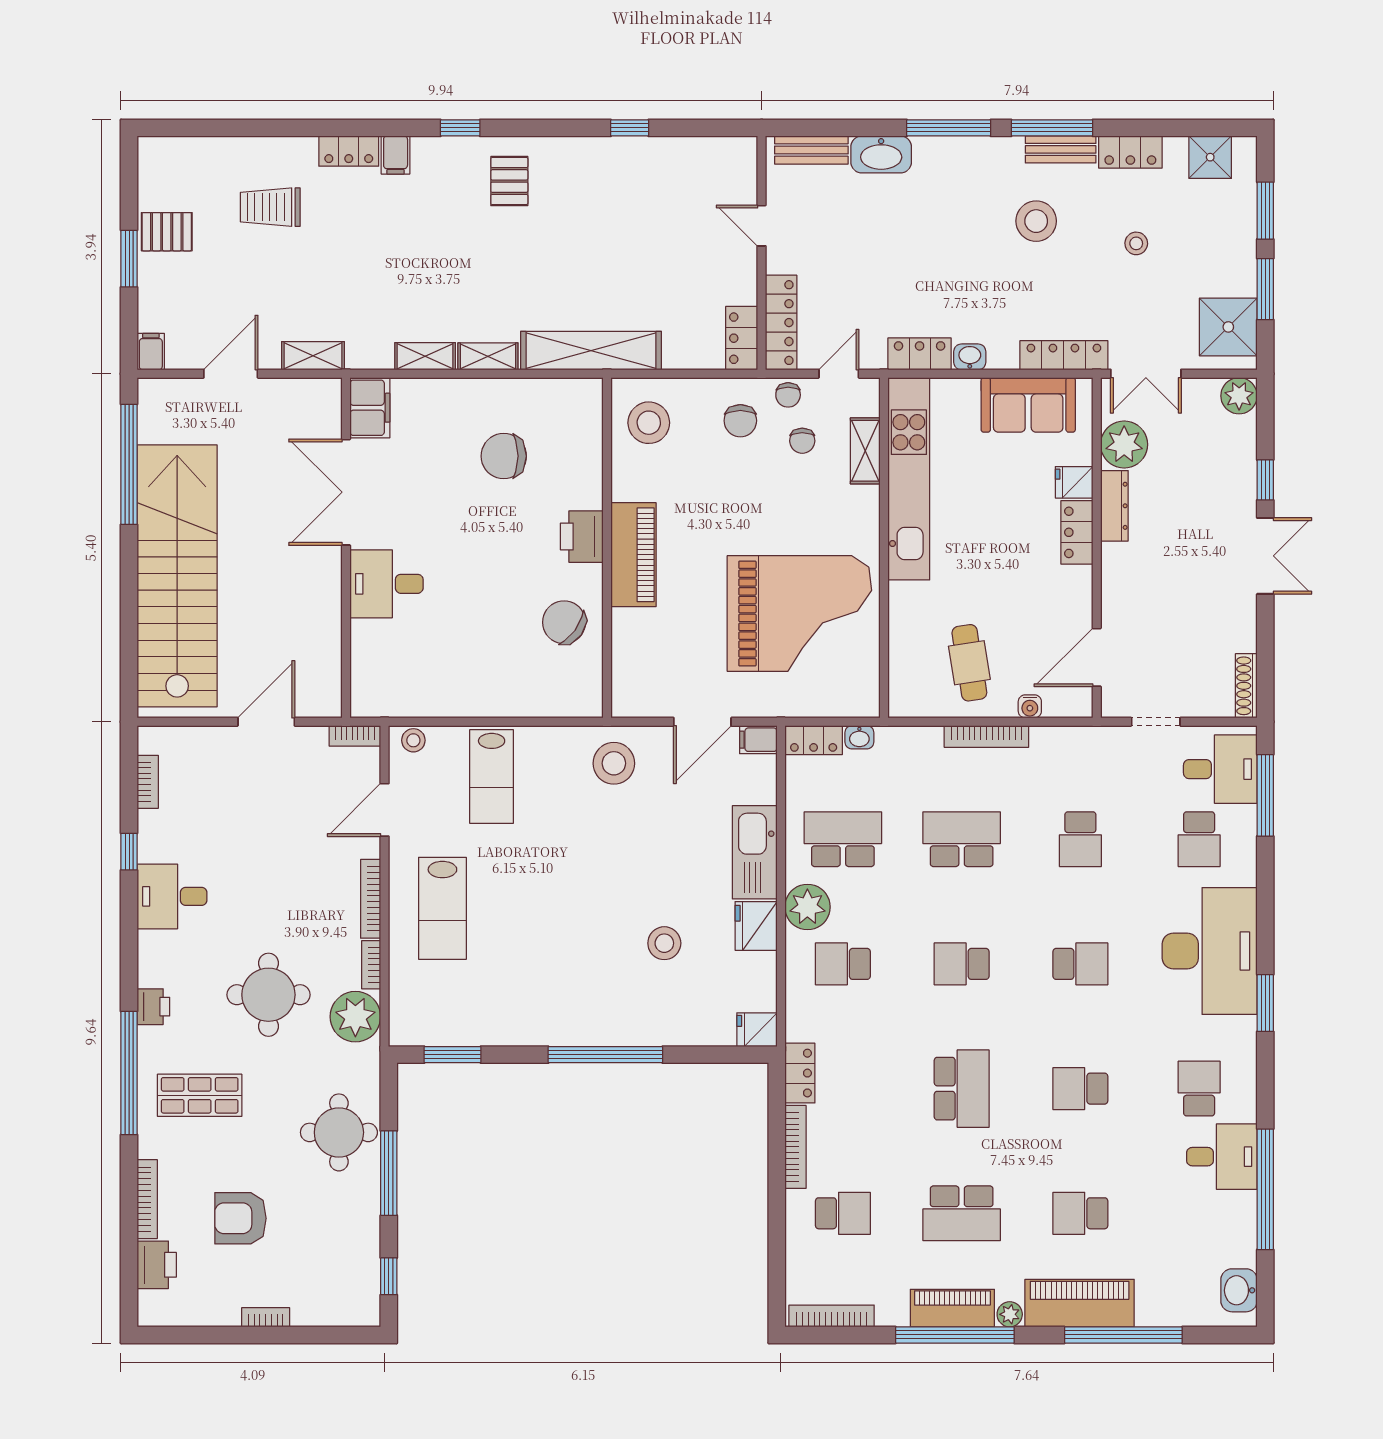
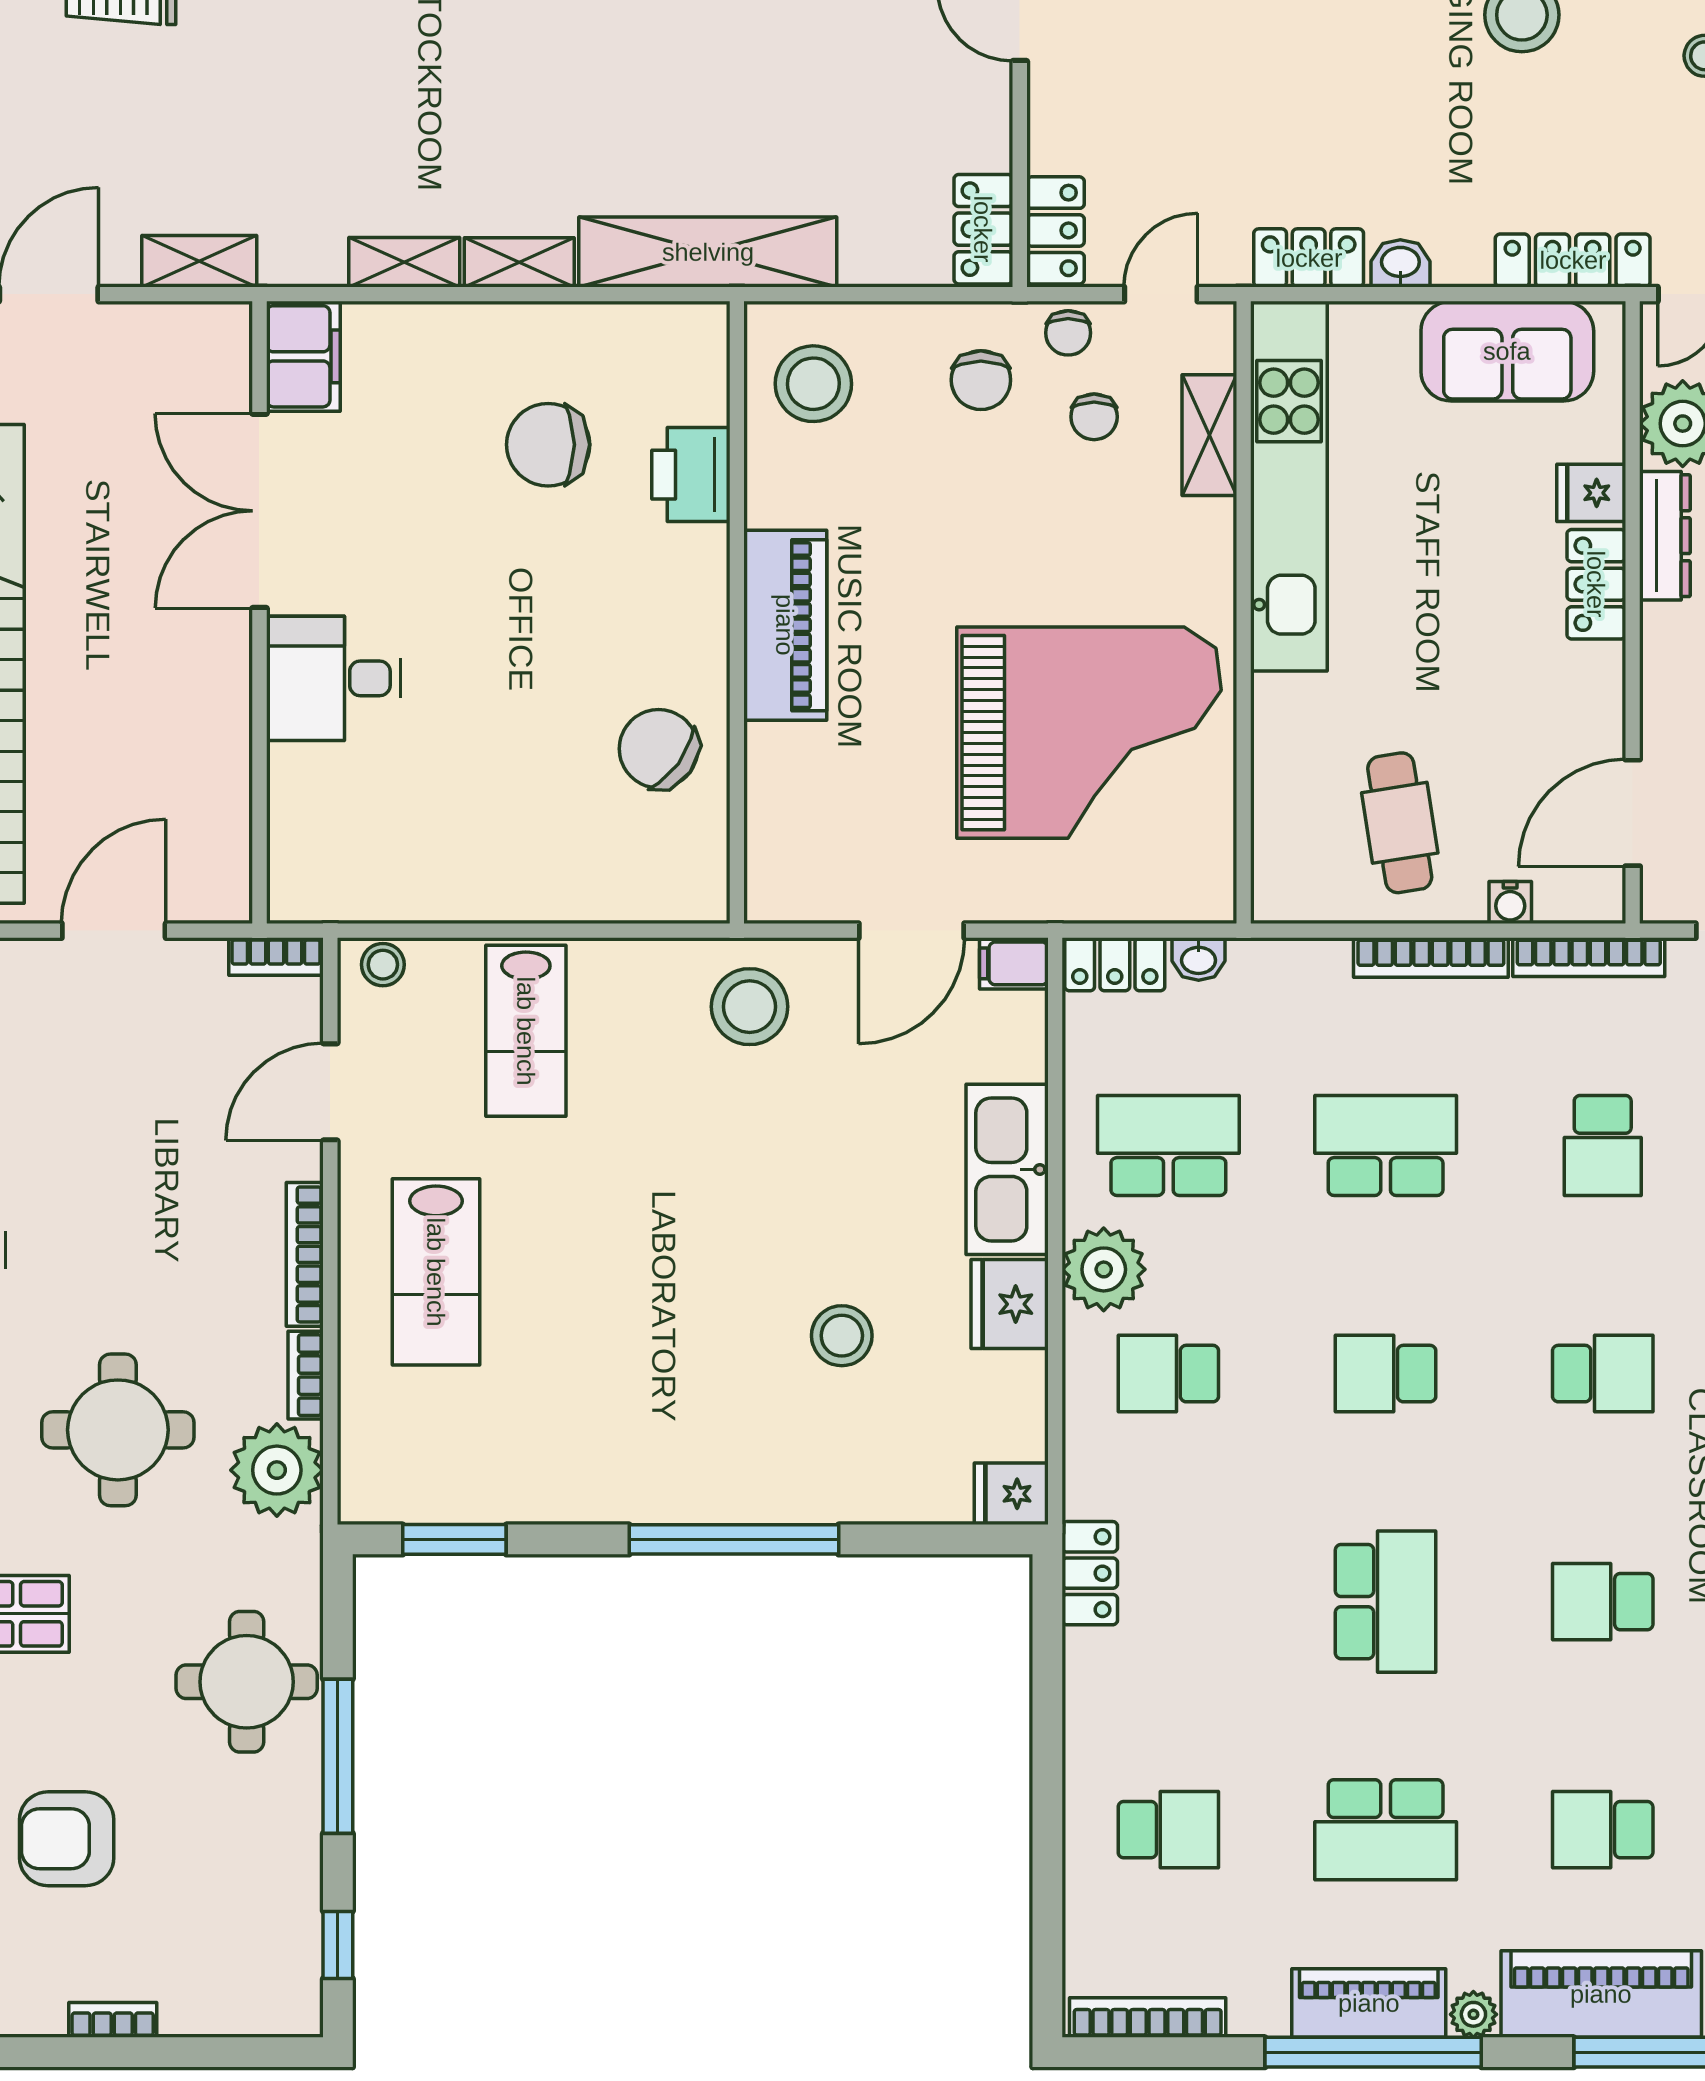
locker: (781, 323) -> (1055, 230), width x0.66
printer: (582, 537) -> (691, 475), moved
bookcase: (795, 1147) -> (1589, 957), moved, turned 90

